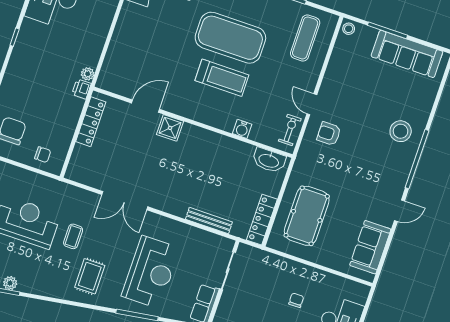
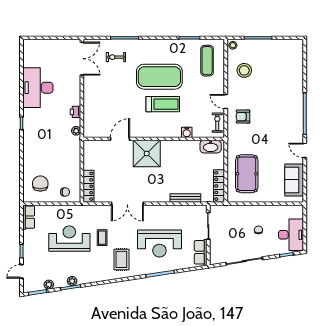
sofa: (407, 54) -> (276, 49), removed
printer: (81, 89) -> (75, 112), moved
locker: (91, 122) -> (89, 186), moved
shower: (170, 128) -> (147, 154), width x1.86, depth x1.86
stool: (401, 131) -> (244, 70), moved
door: (399, 211) -> (305, 150), swing flipped
reception desk: (151, 272) -> (159, 244), turned 90

